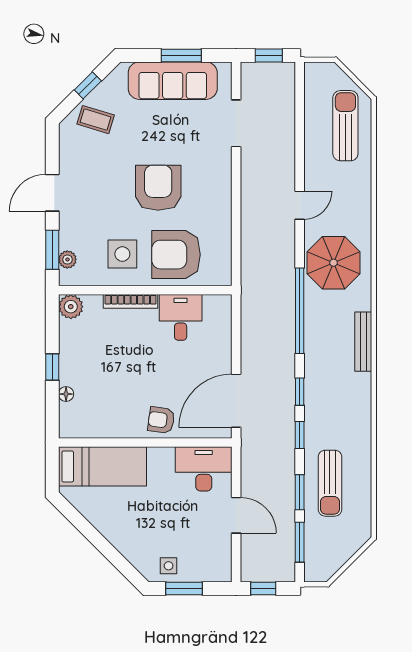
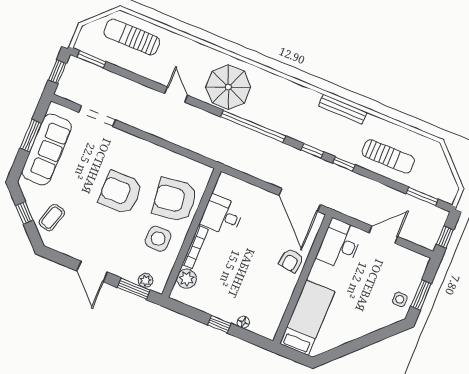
armchair: (176, 255) -> (175, 200), turned 82
plant: (71, 307) -> (187, 279), moved
bench: (363, 342) -> (343, 109), moved
window: (300, 492) -> (91, 59), moved

